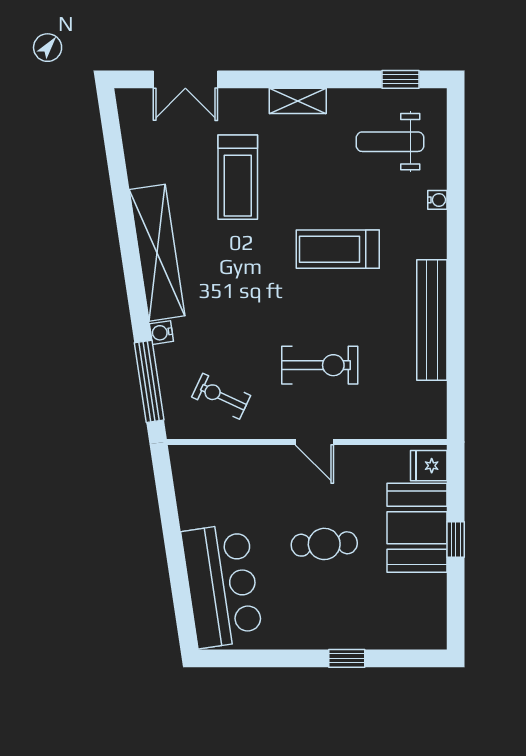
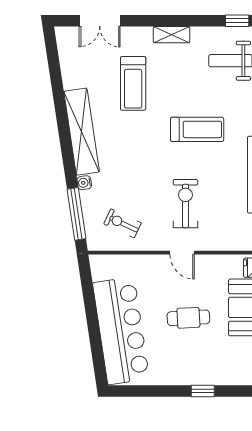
treadmill: (338, 249) -> (197, 129), turned 180
exercise bike: (320, 365) -> (185, 204), turned -90
bar counter: (222, 585) -> (121, 331), width x1.36

